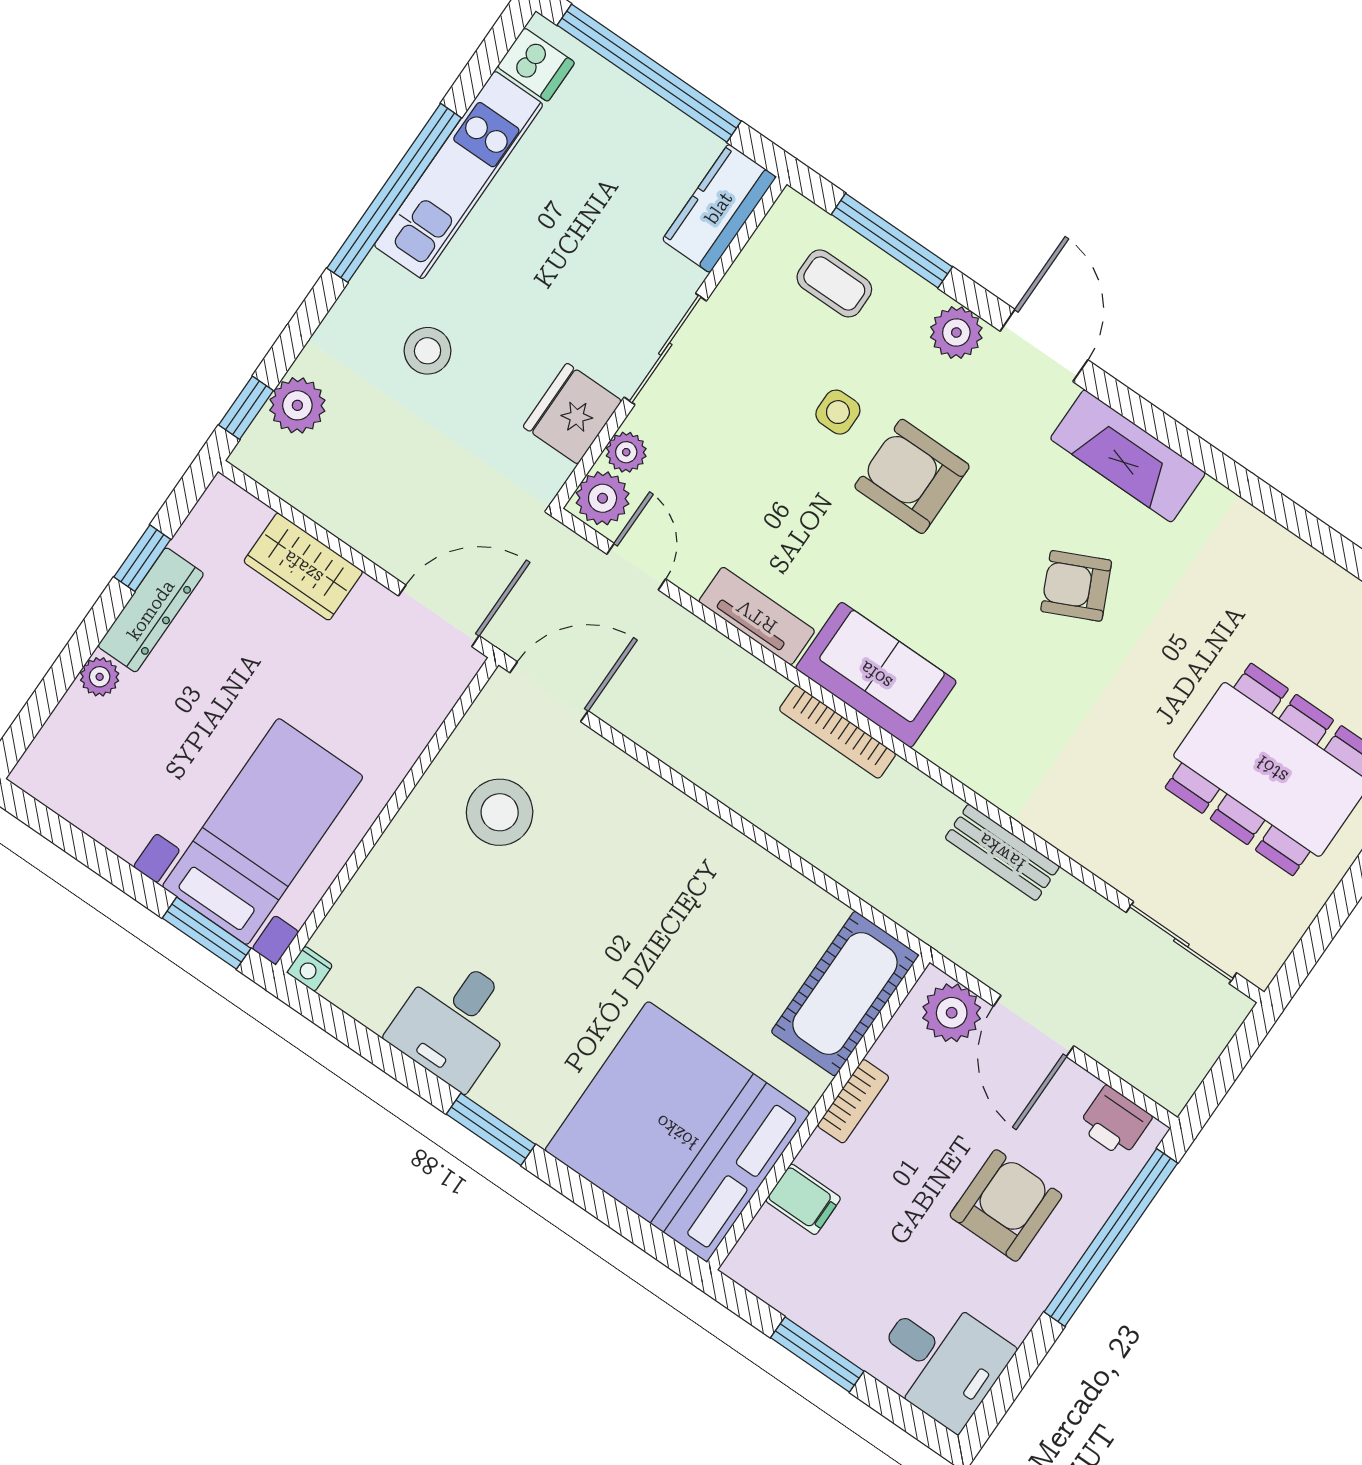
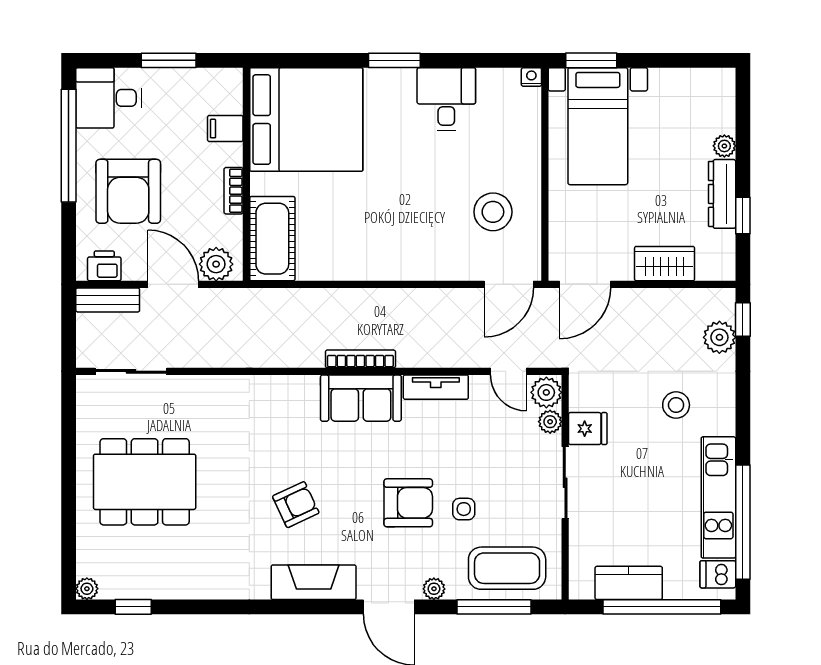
window: (394, 193) -> (743, 522), moved
kitchen counter: (719, 208) -> (629, 583), moved, turned -90
coffee table: (834, 283) -> (507, 568), width x1.86, depth x1.72
plant: (956, 333) -> (434, 589), width x0.73, depth x0.73
fridge: (572, 414) -> (588, 429), width x0.72
bench: (1002, 852) -> (108, 300), moved
armchair: (1006, 1205) -> (128, 191), width x1.36, depth x1.36
window: (1111, 1237) -> (69, 146), moved

